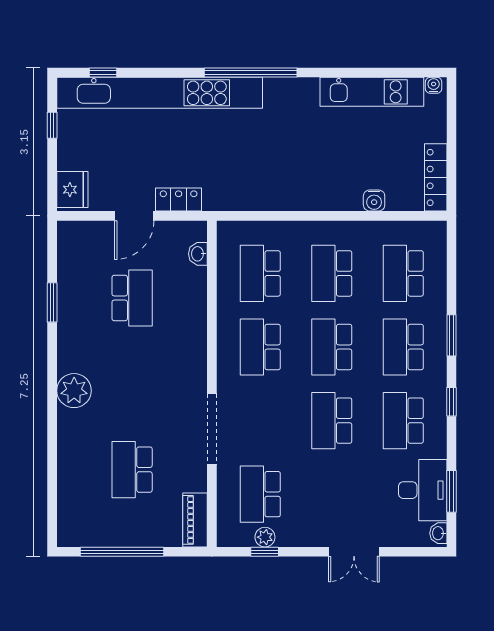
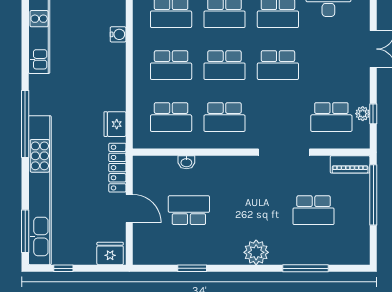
window: (103, 73) -> (25, 231), width x2.17
fridge: (251, 196) -> (115, 124), added
locker: (179, 200) -> (117, 168), width x1.53
washbasin: (198, 254) -> (186, 162), moved
window: (52, 459) -> (306, 268), added
window: (122, 552) -> (373, 195), moved

